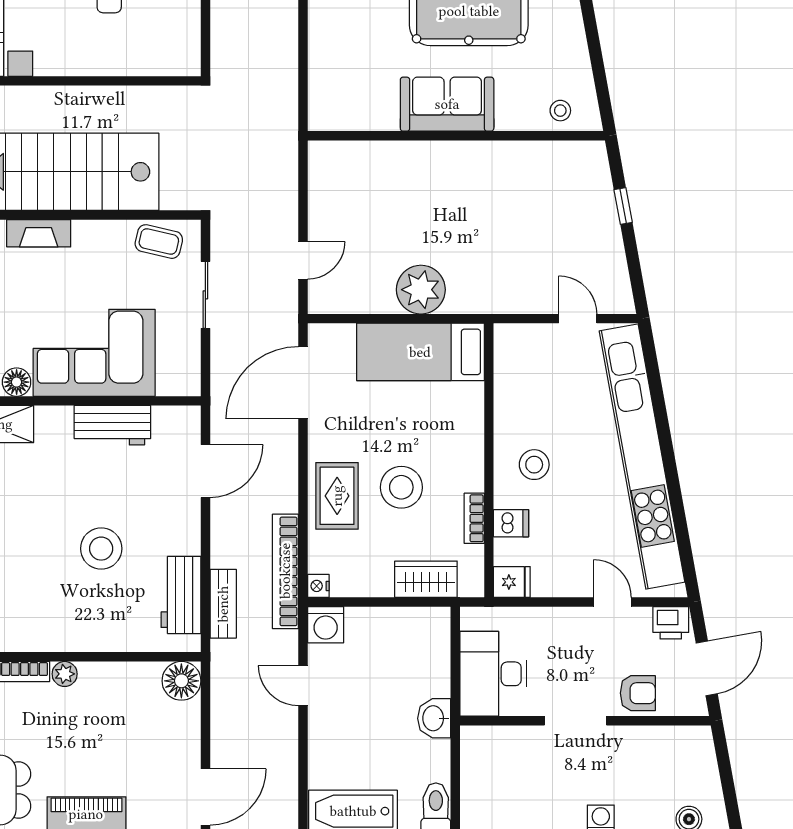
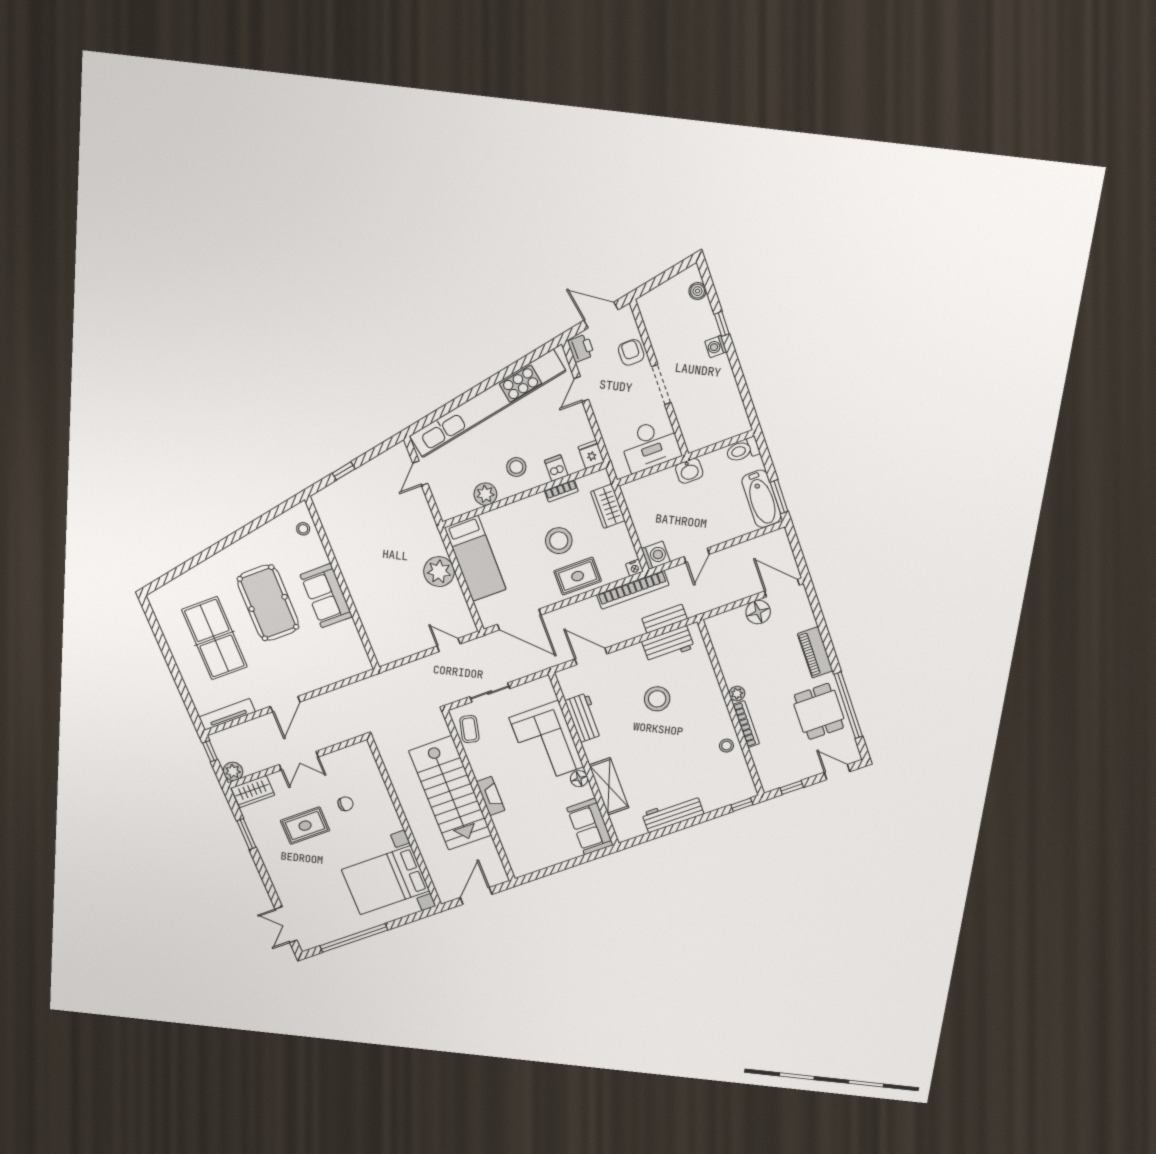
plant: (511, 404) -> (485, 494), added
floor lamp: (181, 681) -> (758, 612), moved

